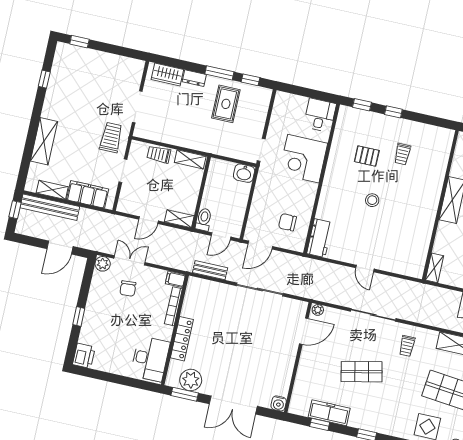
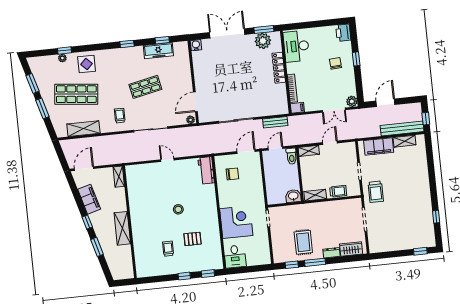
shelving: (44, 141) -> (422, 173), removed
washbasin: (244, 173) -> (293, 196), moved
chair: (128, 288) -> (335, 63), moved

